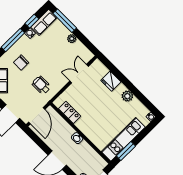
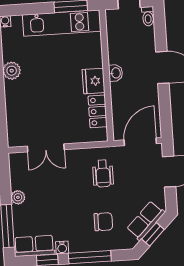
fridge: (111, 81) -> (94, 81), moved, turned 180

